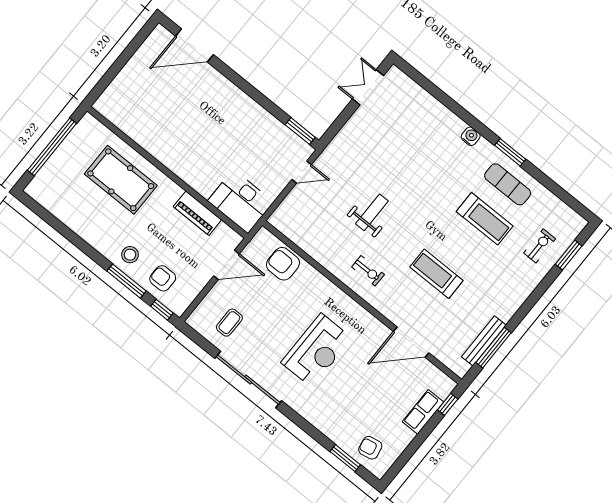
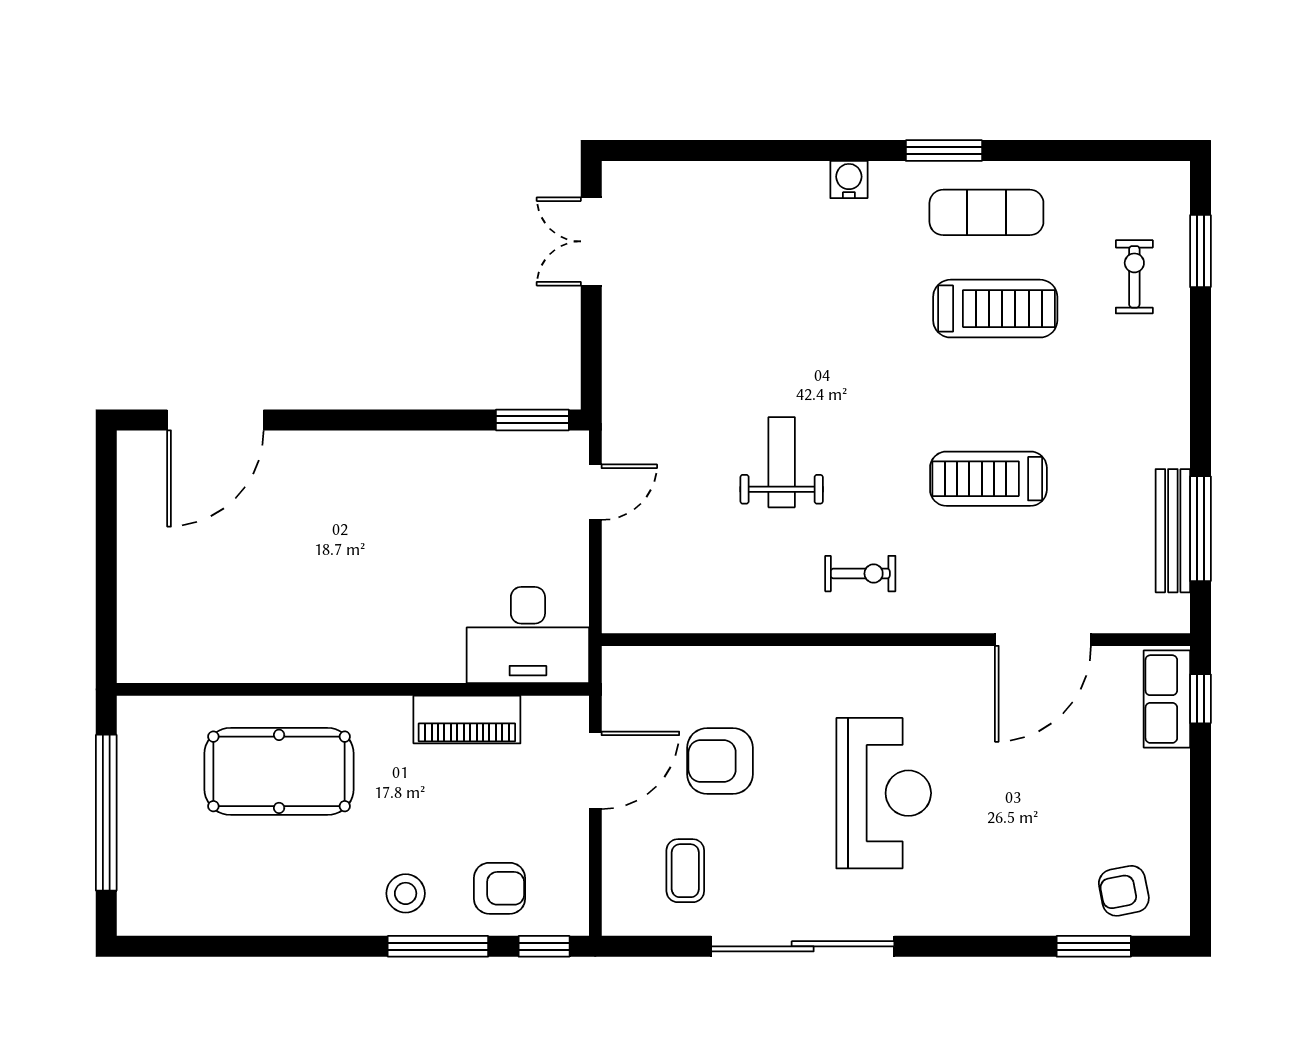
armchair: (283, 264) -> (720, 761), moved
armchair: (163, 278) -> (499, 888), turned 180
row of seats: (423, 412) -> (1167, 699), moved

